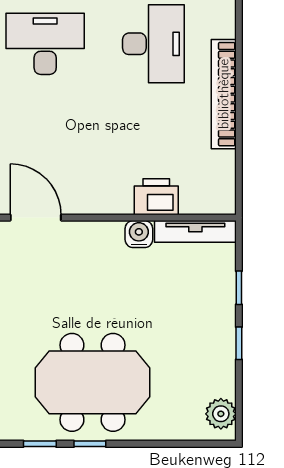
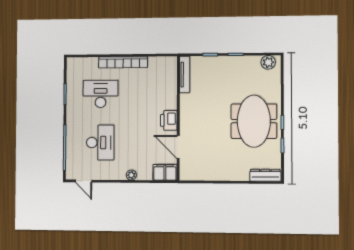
desk: (45, 44) -> (100, 143), turned 180
printer: (156, 197) -> (169, 120), moved
door: (36, 218) -> (178, 147), hinge flipped
water cooler: (139, 234) -> (186, 100), removed

